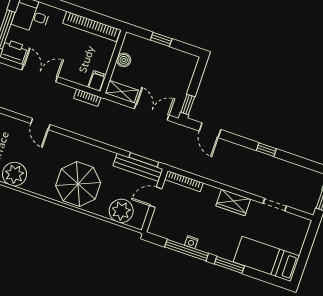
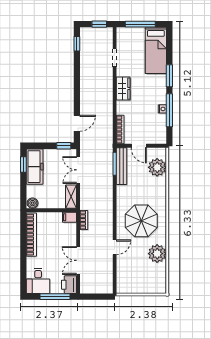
window: (161, 39) -> (23, 164), moved
boiler: (124, 60) -> (33, 203), moved
freezer: (174, 60) -> (35, 167), added
window: (266, 150) -> (77, 44), moved
parasol: (78, 184) -> (141, 221), moved
window: (306, 251) -> (140, 24), added

